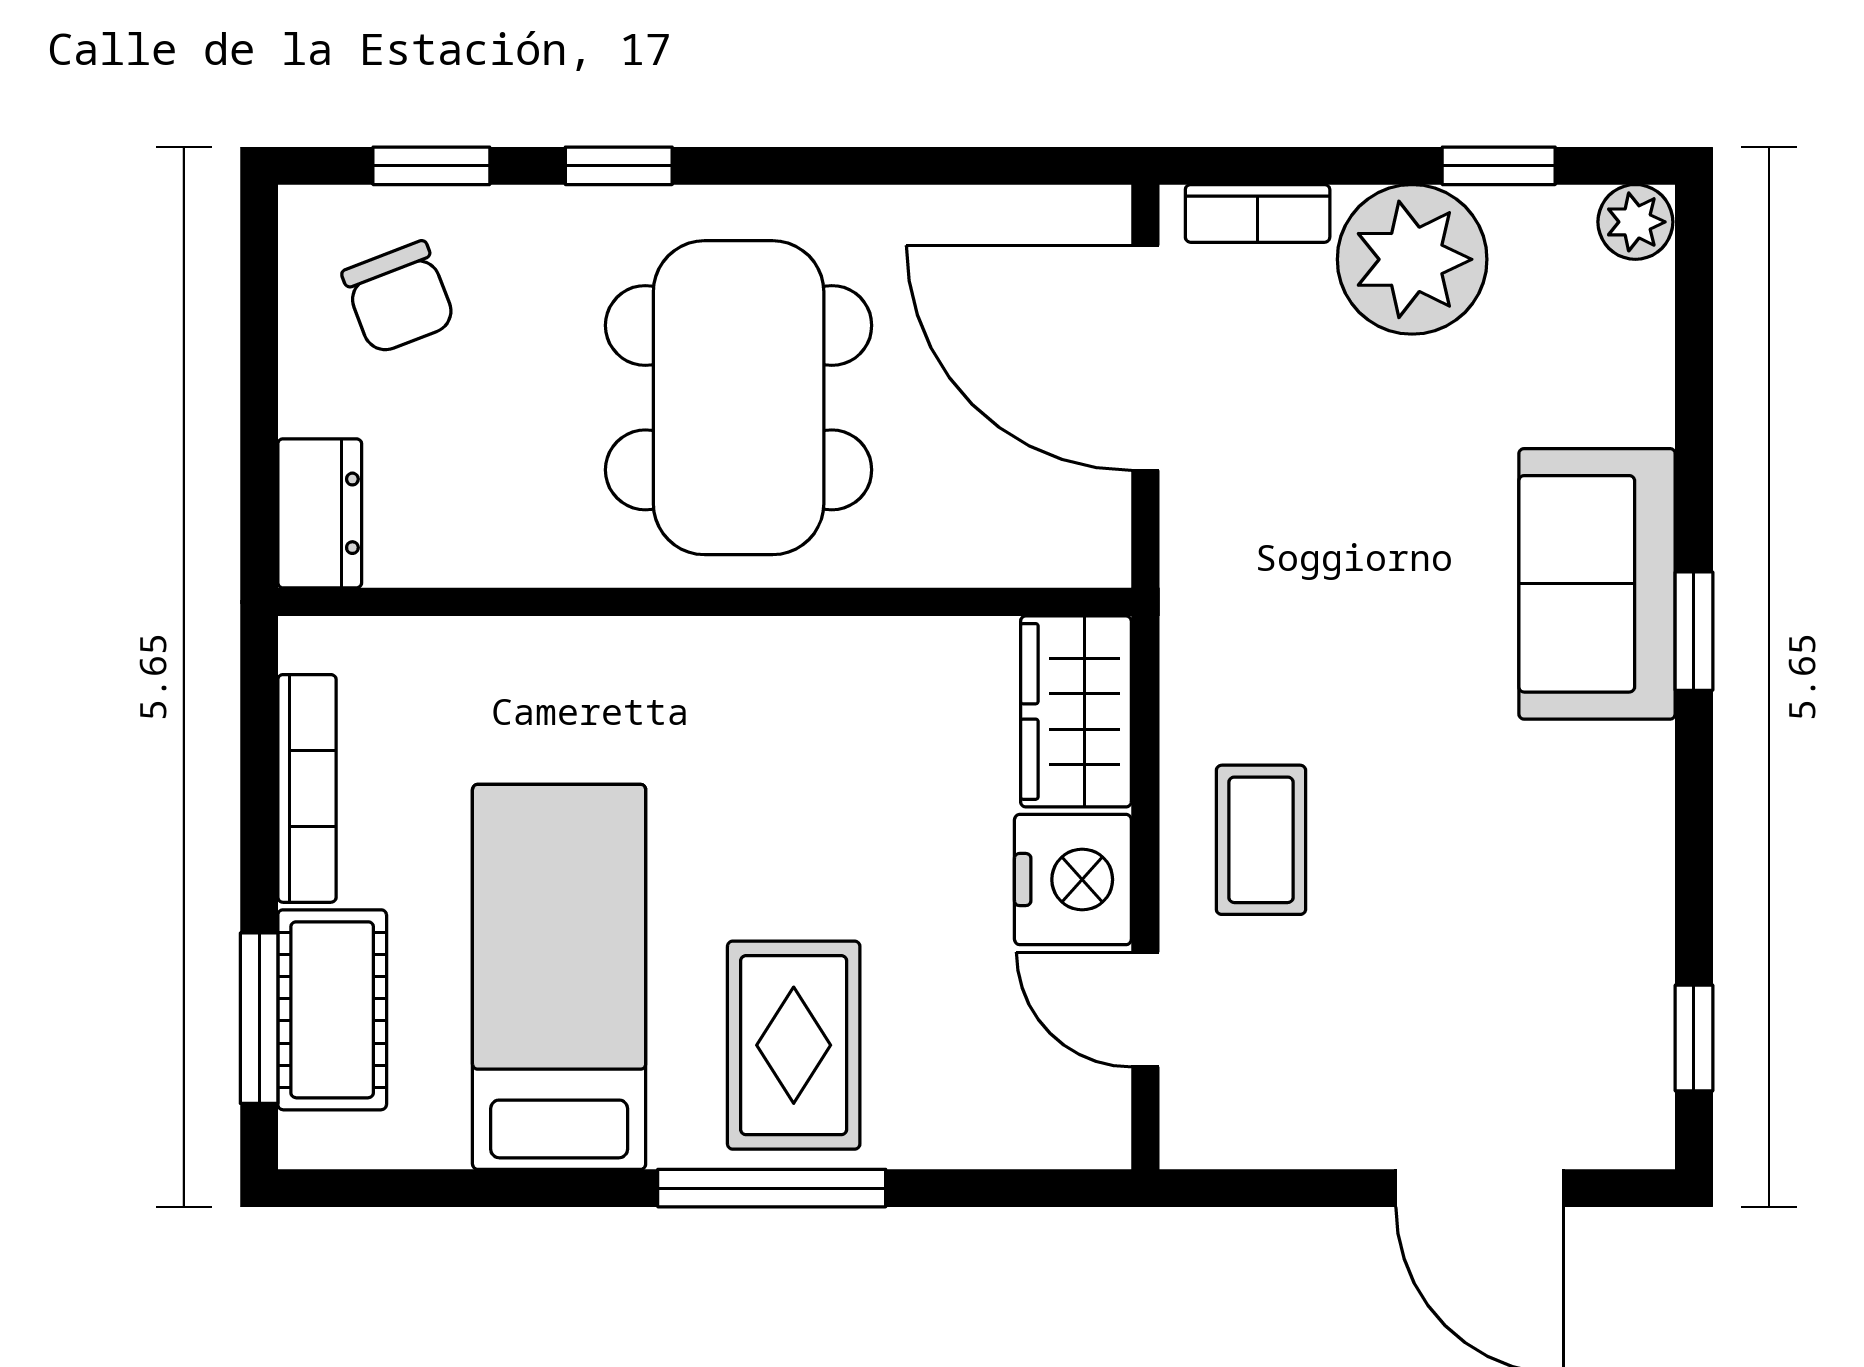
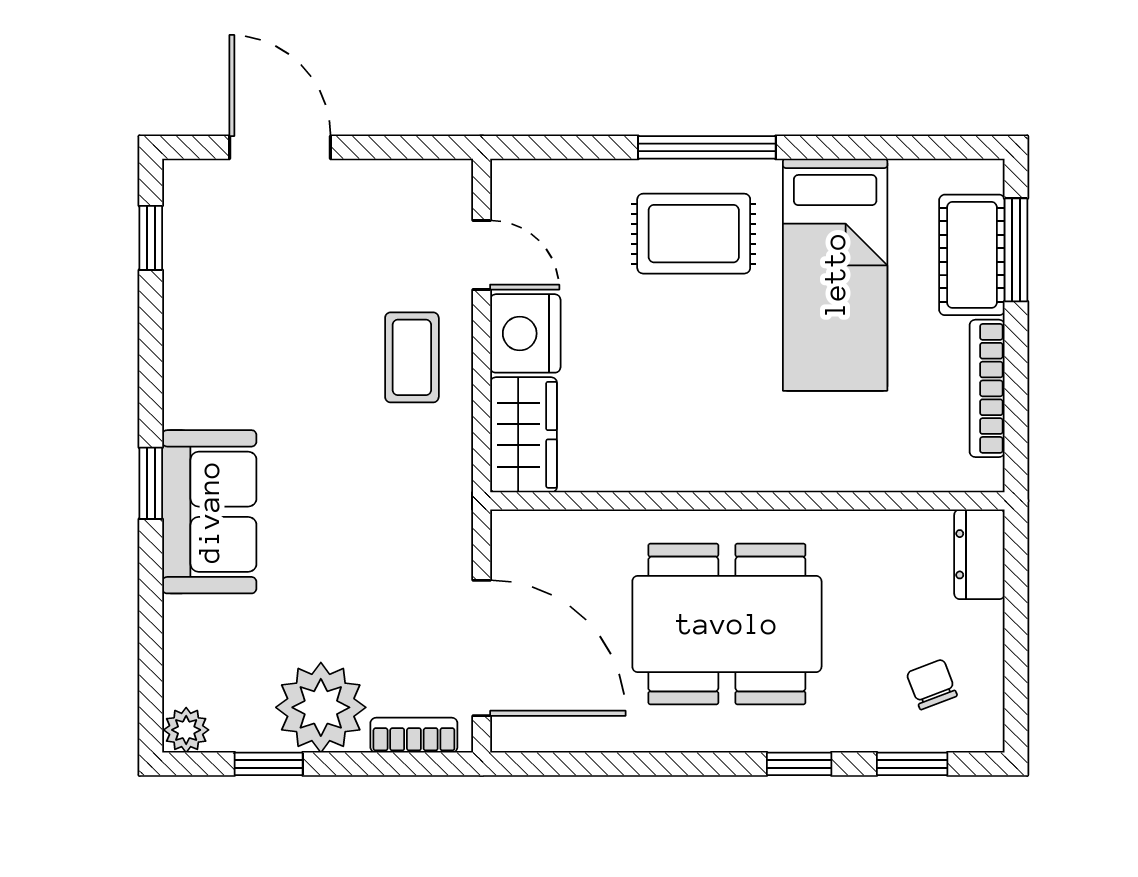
chair: (399, 298) -> (932, 684), width x0.73, depth x0.73
dining table: (739, 398) -> (727, 624), turned 90
rug: (794, 1045) -> (694, 234), turned 90

